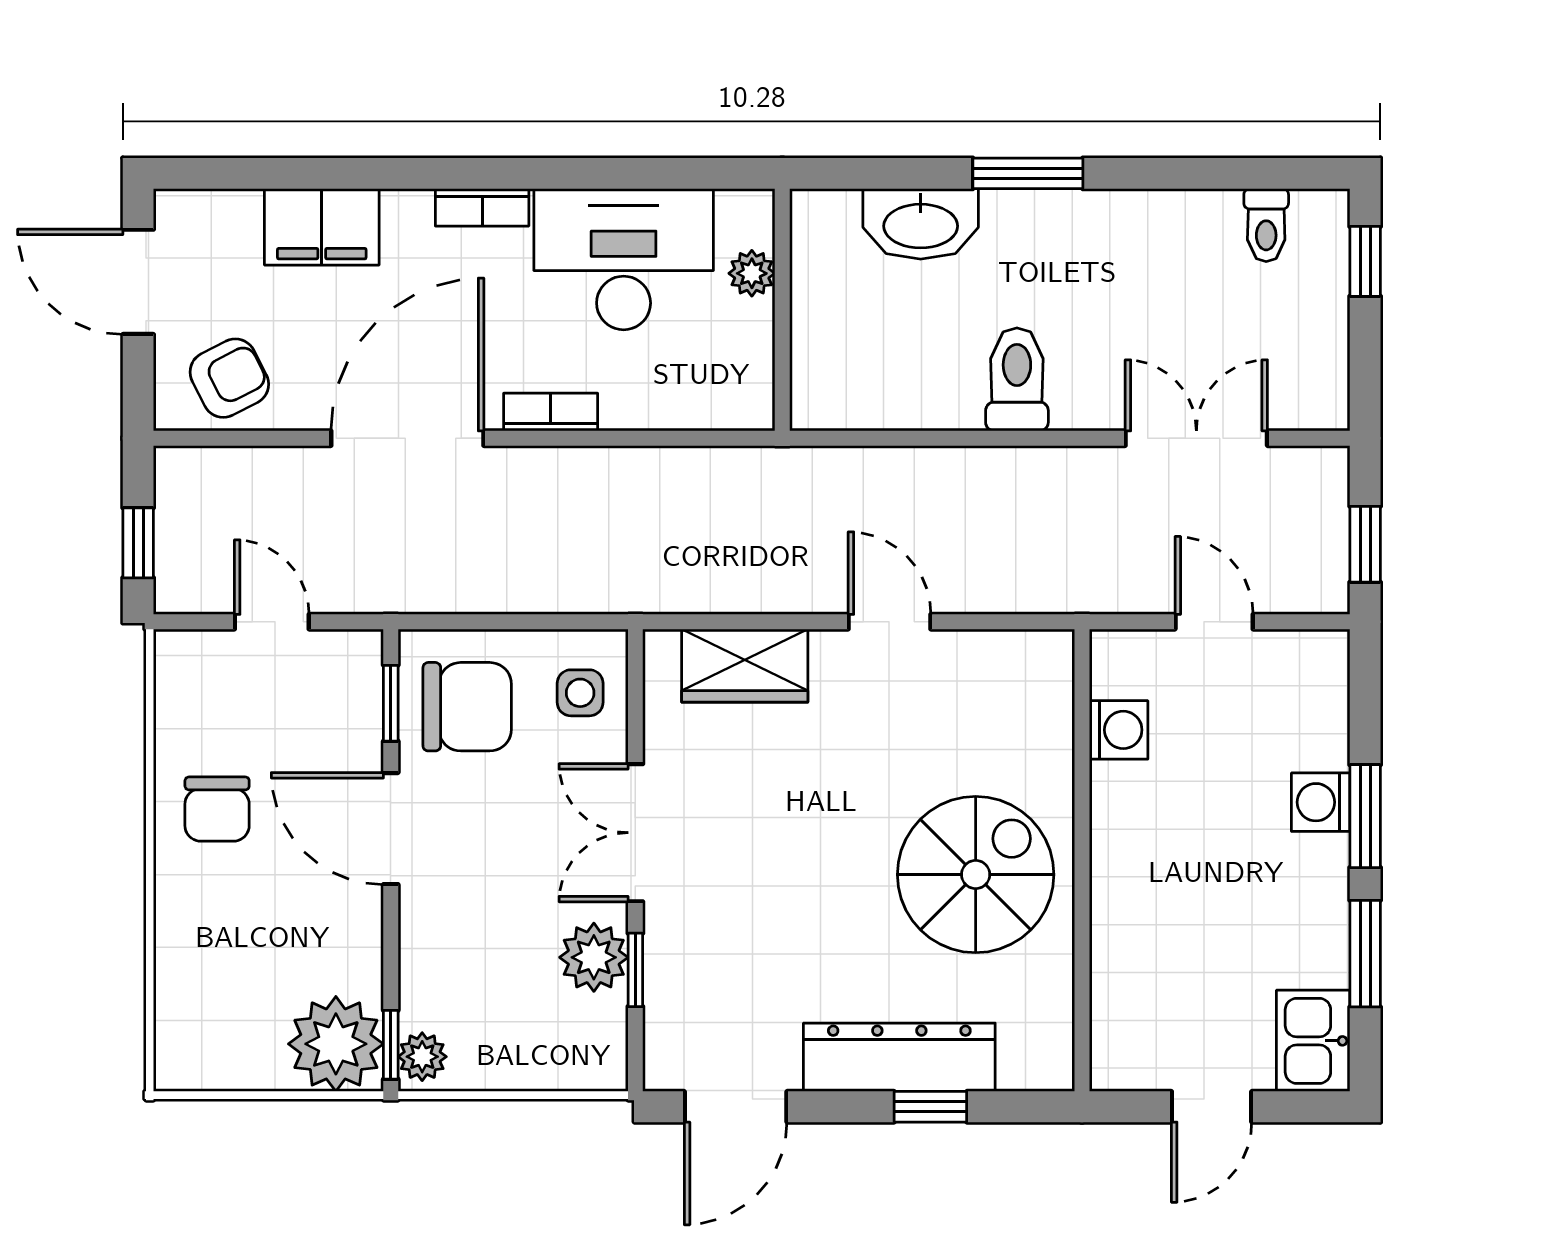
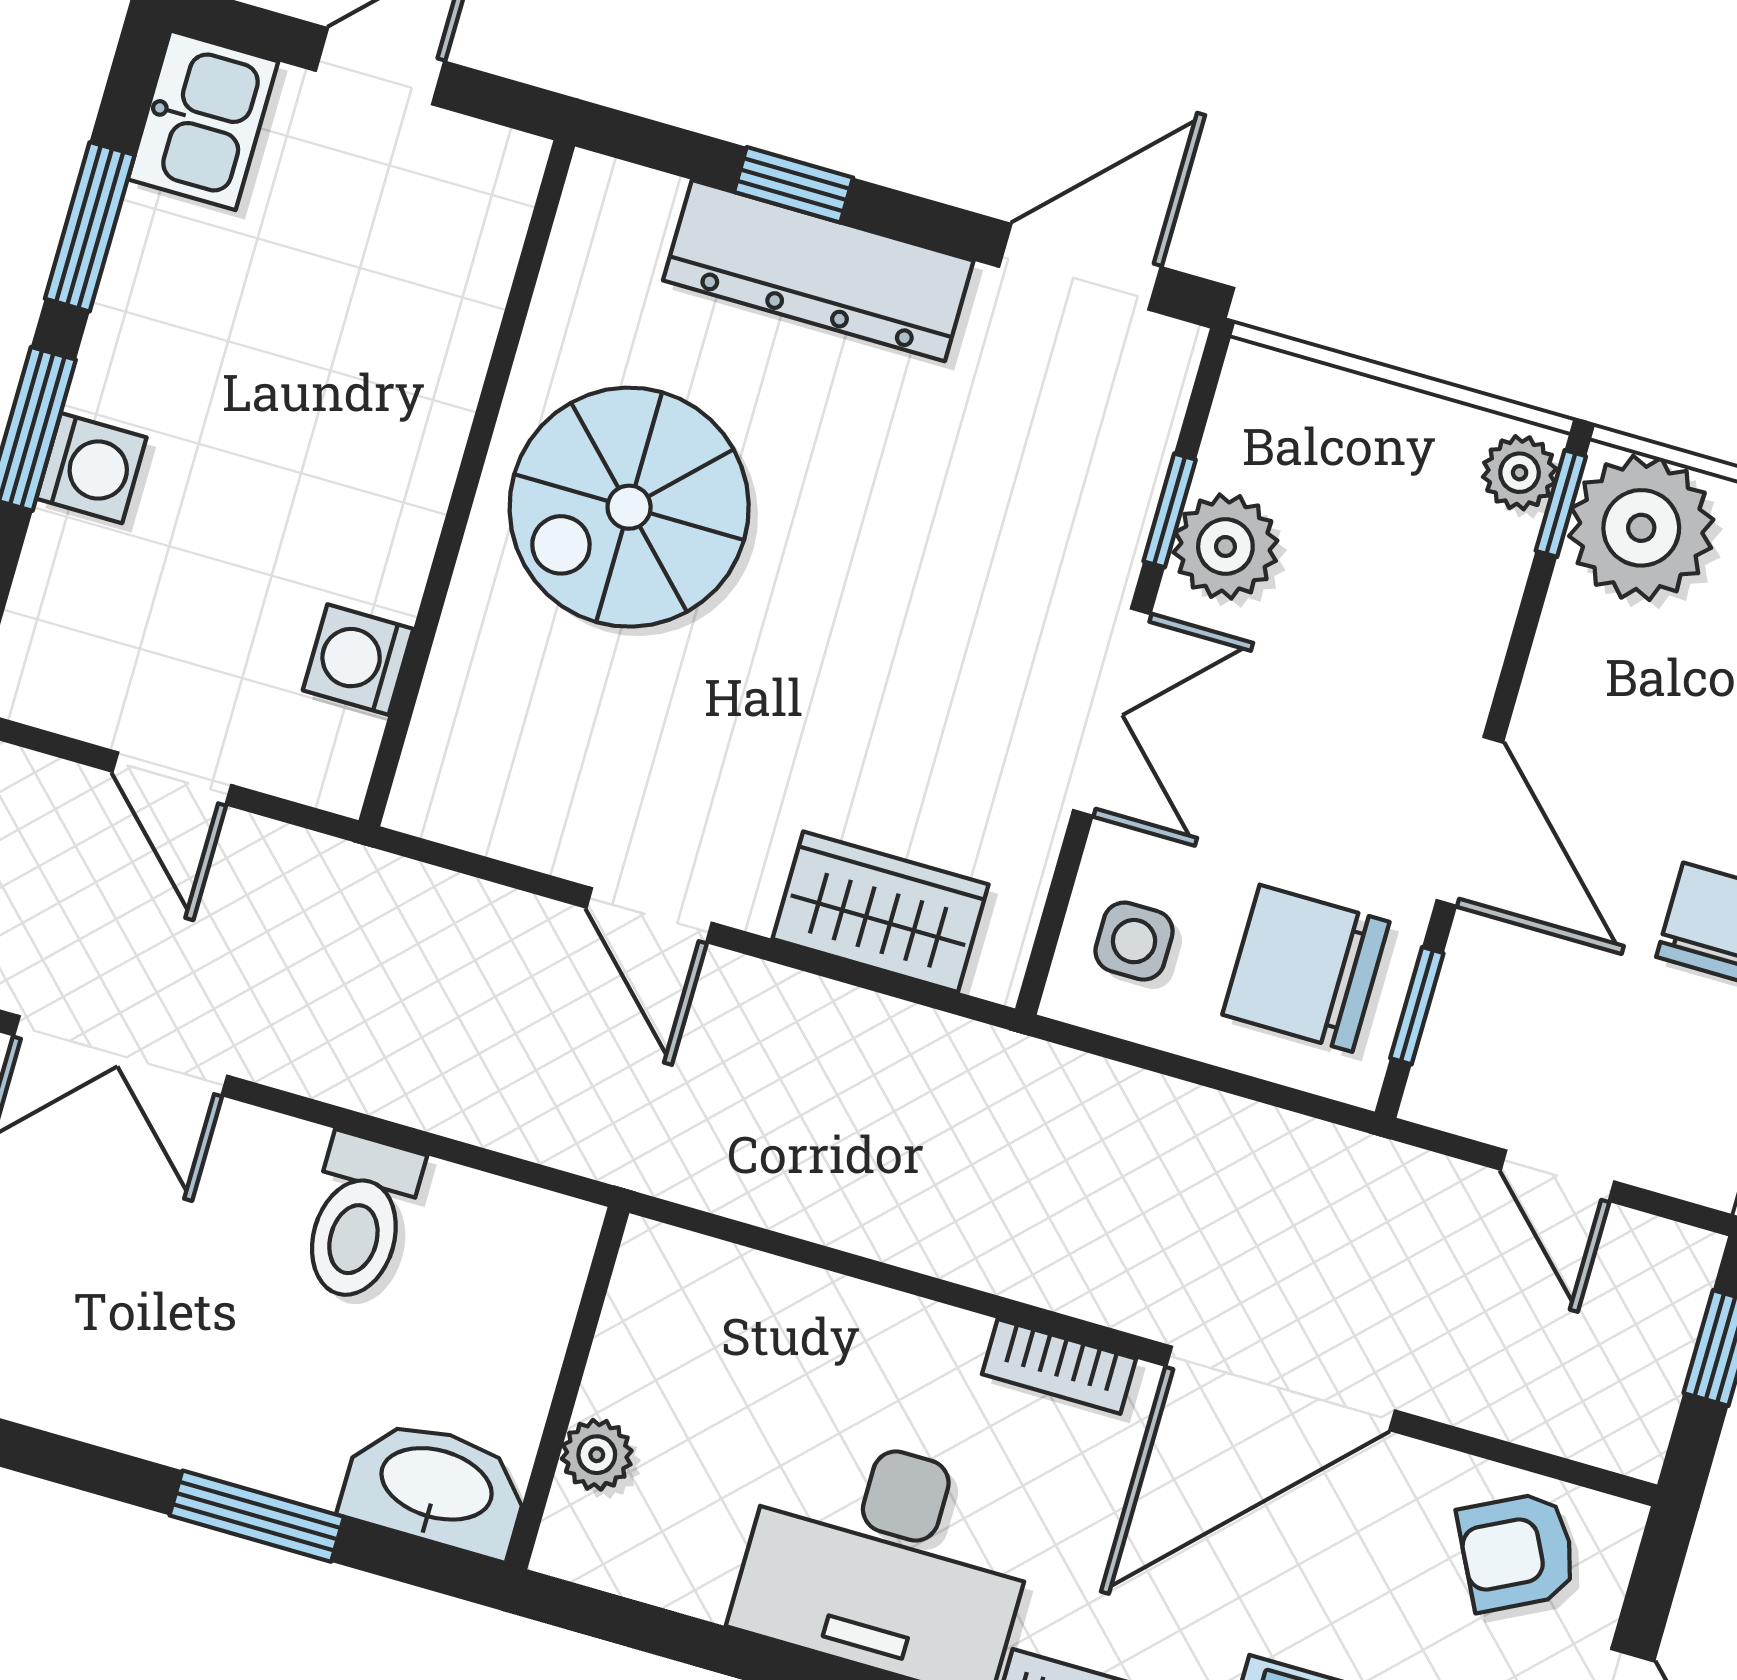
plant: (752, 273) -> (597, 1455), moved
wall: (782, 310) -> (567, 1388), moved

